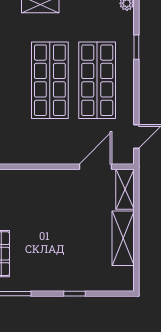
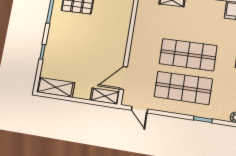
door: (95, 167) -> (123, 78), swing flipped
shelving: (123, 238) -> (56, 87), moved

